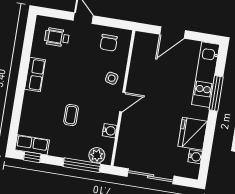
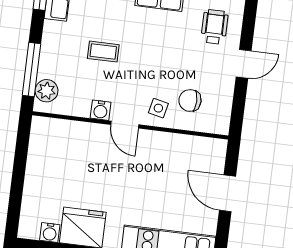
chair: (109, 43) -> (190, 101), moved
water cooler: (110, 131) -> (101, 110), moved
sliding door: (151, 176) -> (19, 169), removed

